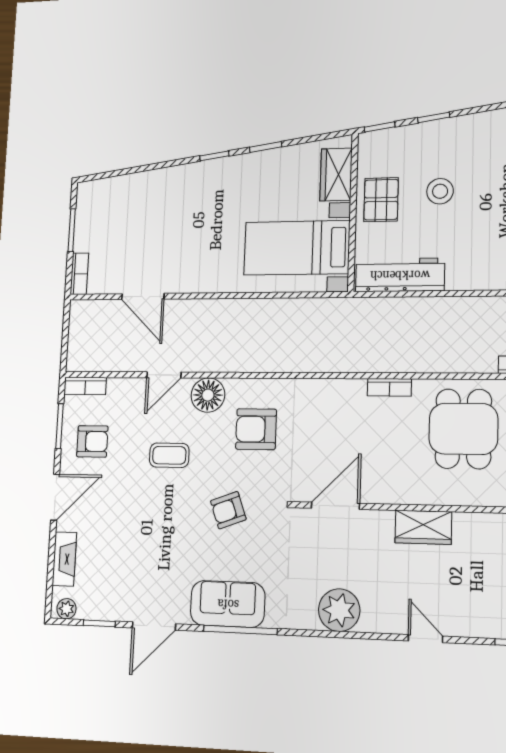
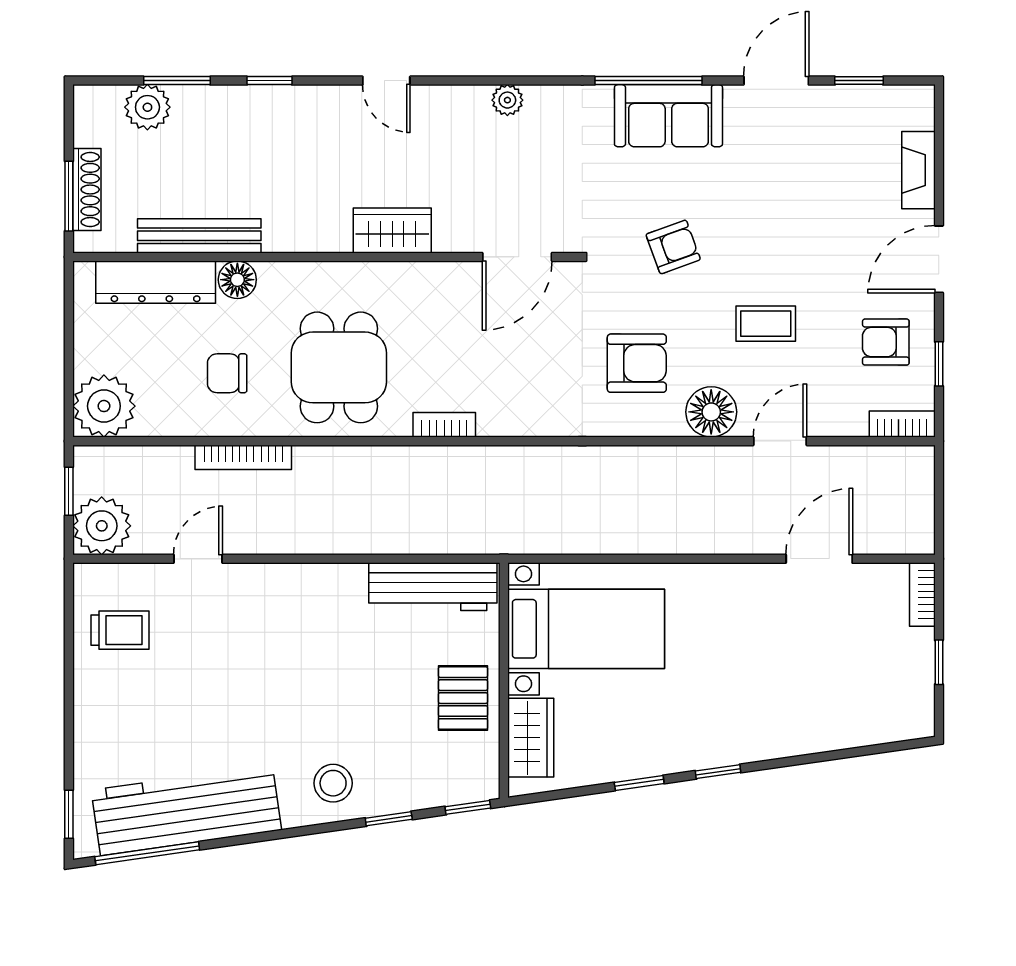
stool: (440, 191) -> (333, 783), moved
window: (72, 230) -> (939, 662), width x0.67
door: (143, 296) -> (819, 559), hinge flipped
window: (60, 426) -> (939, 364), width x0.67
plant: (66, 609) -> (911, 99), removed
plant: (339, 610) -> (507, 100), width x0.53, depth x0.53

